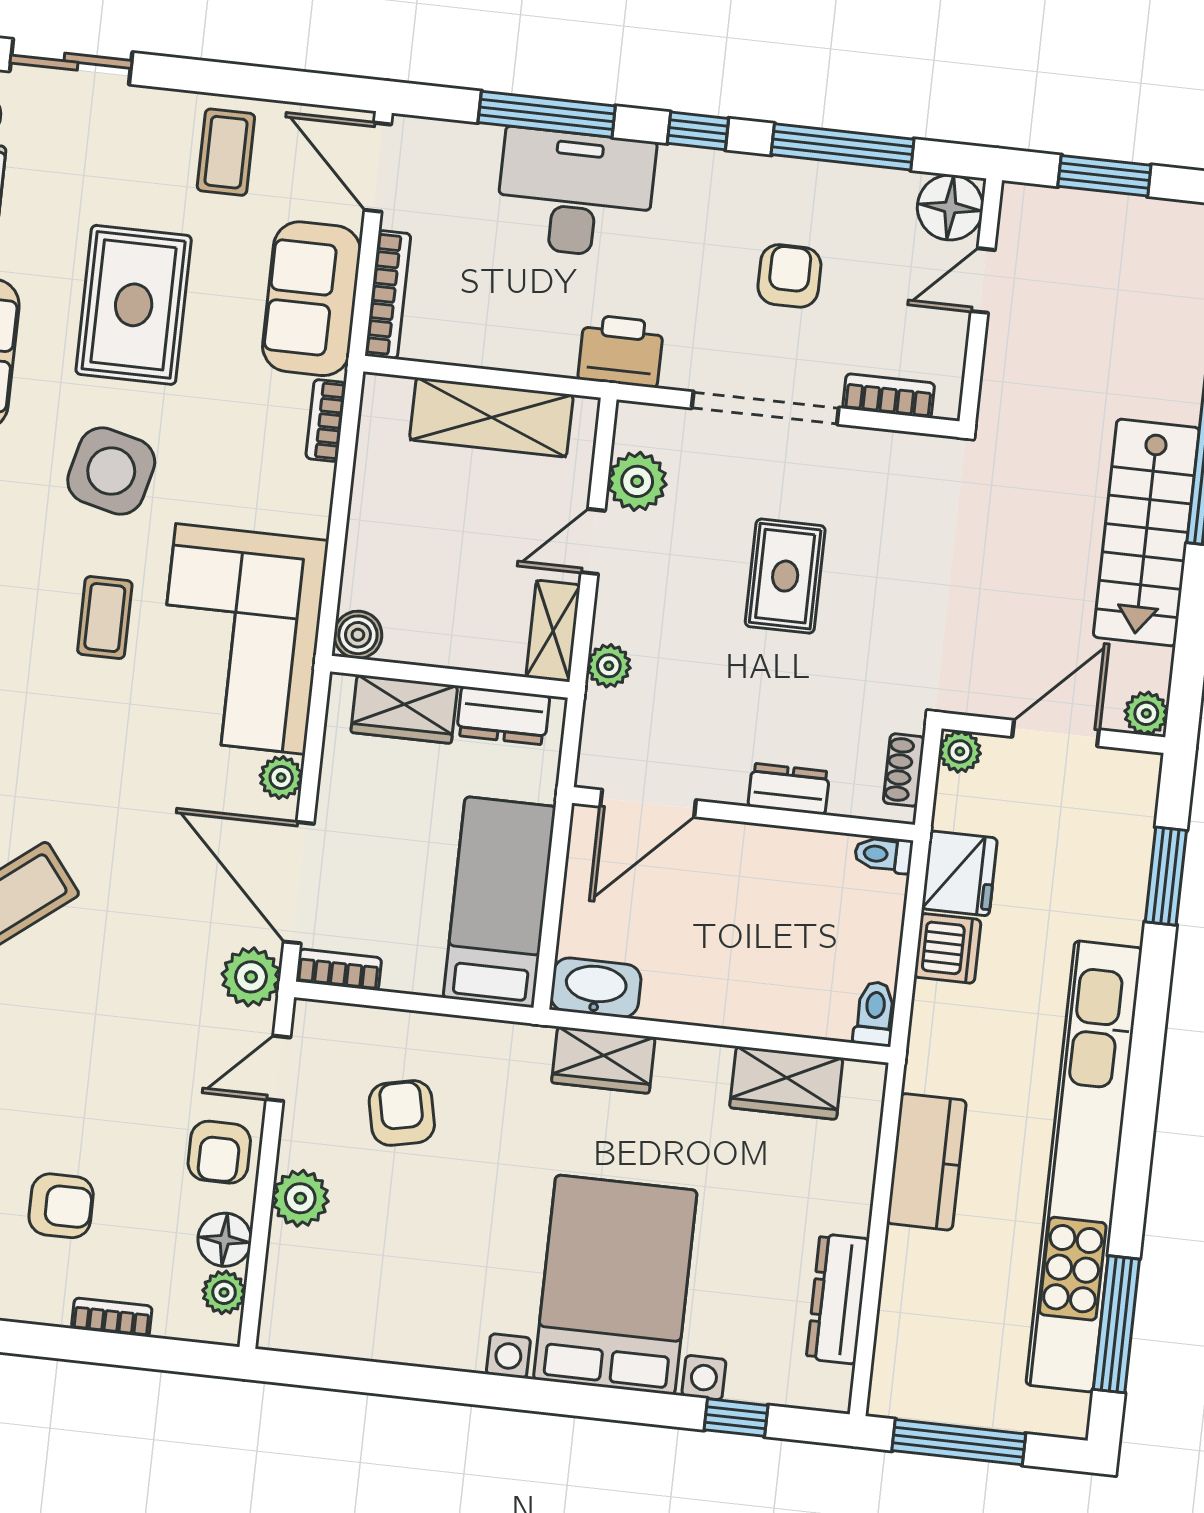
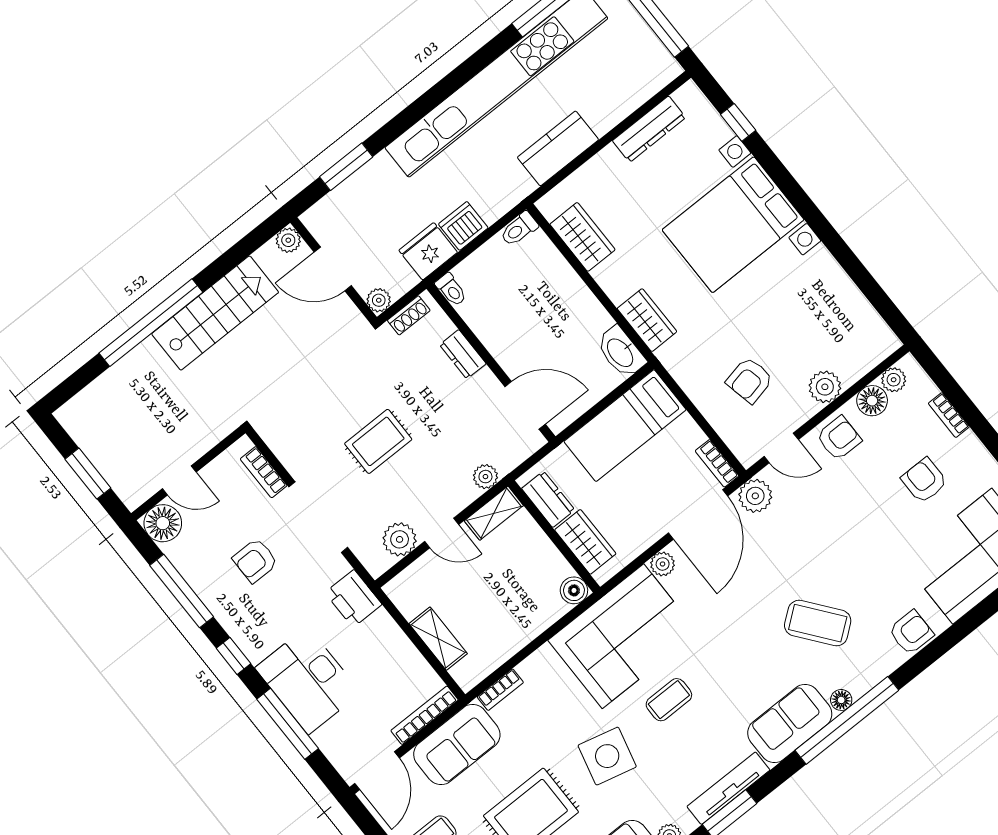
shelving: (491, 417) -> (438, 639), width x0.67, depth x0.75

